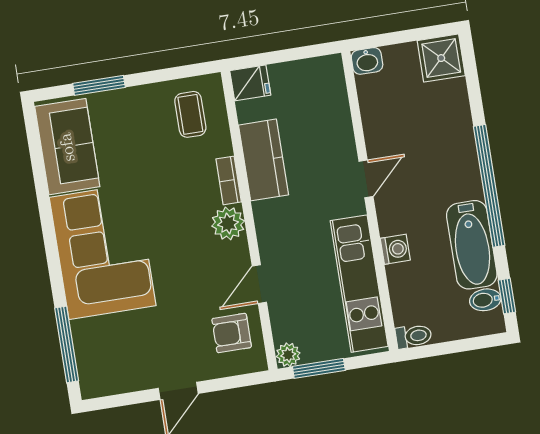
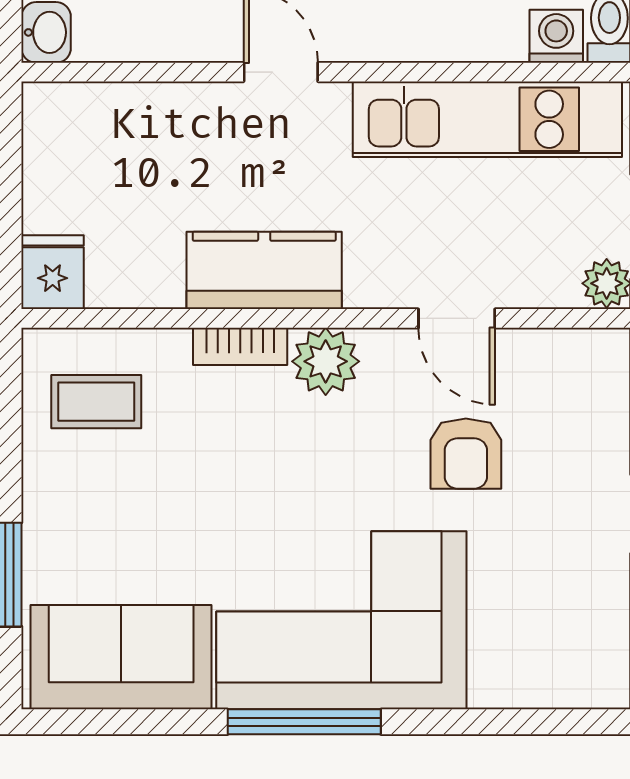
kitchen counter: (263, 160) -> (264, 270), moved
washing machine: (395, 249) -> (556, 36), moved
armchair: (232, 333) -> (466, 454), moved
window: (67, 344) -> (304, 722), moved

